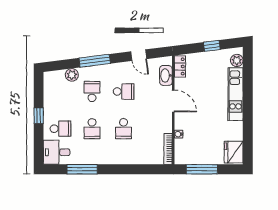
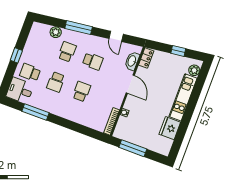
school desk: (60, 129) -> (30, 72), turned 180
school desk: (124, 129) -> (81, 91), turned 180
fridge: (234, 152) -> (170, 128), moved

